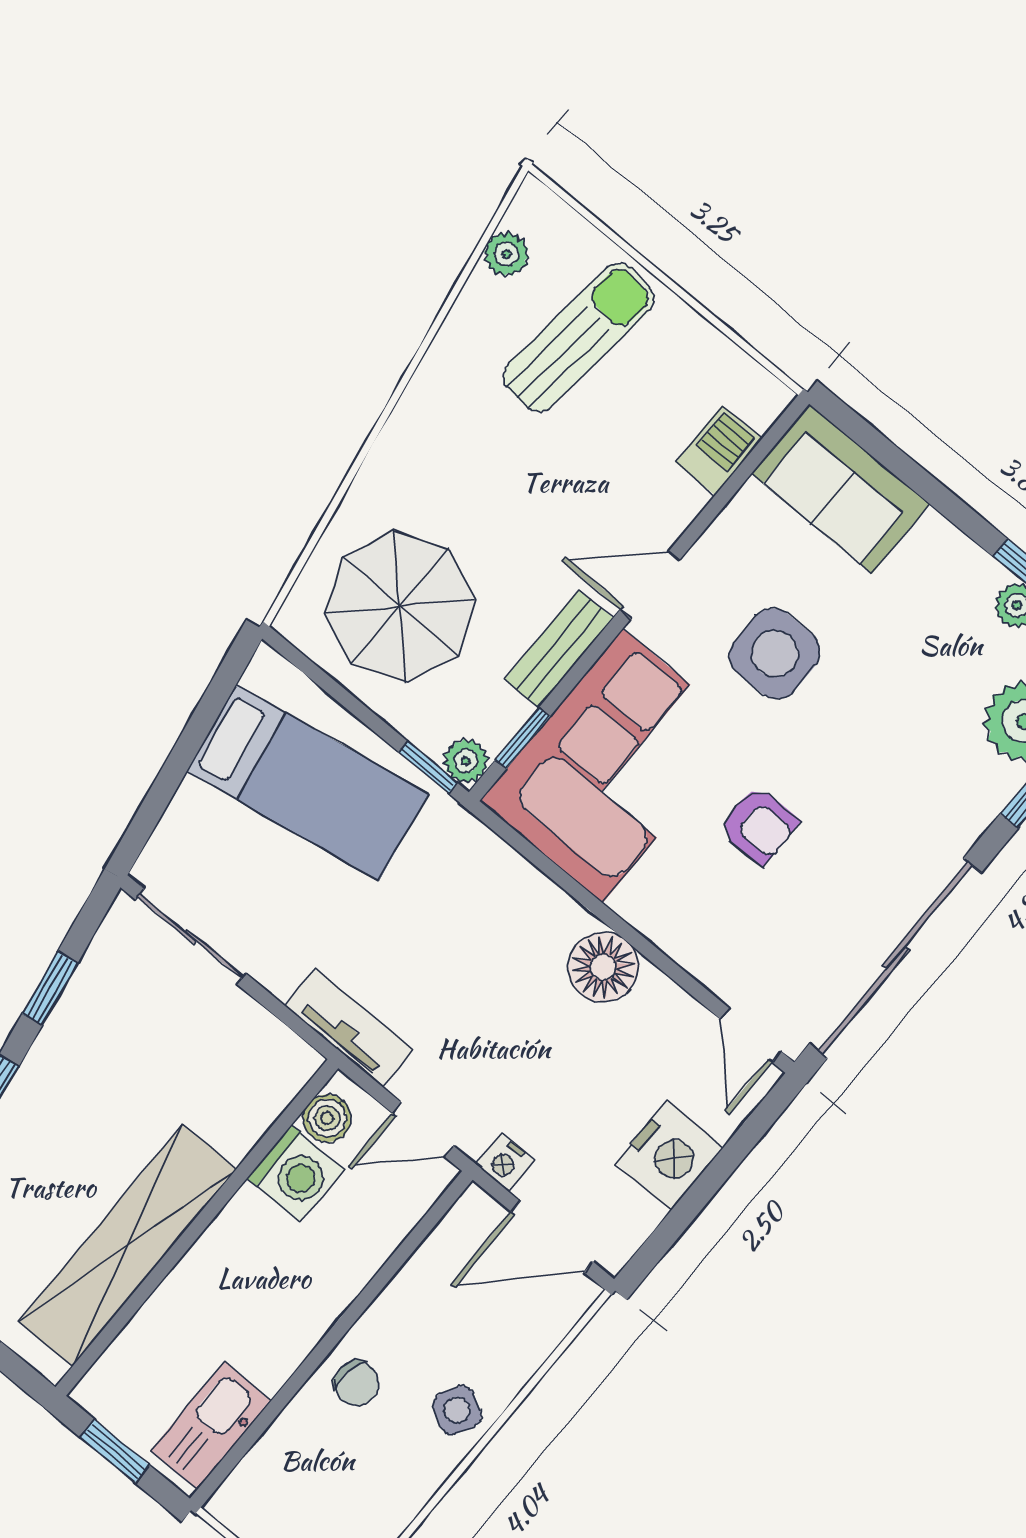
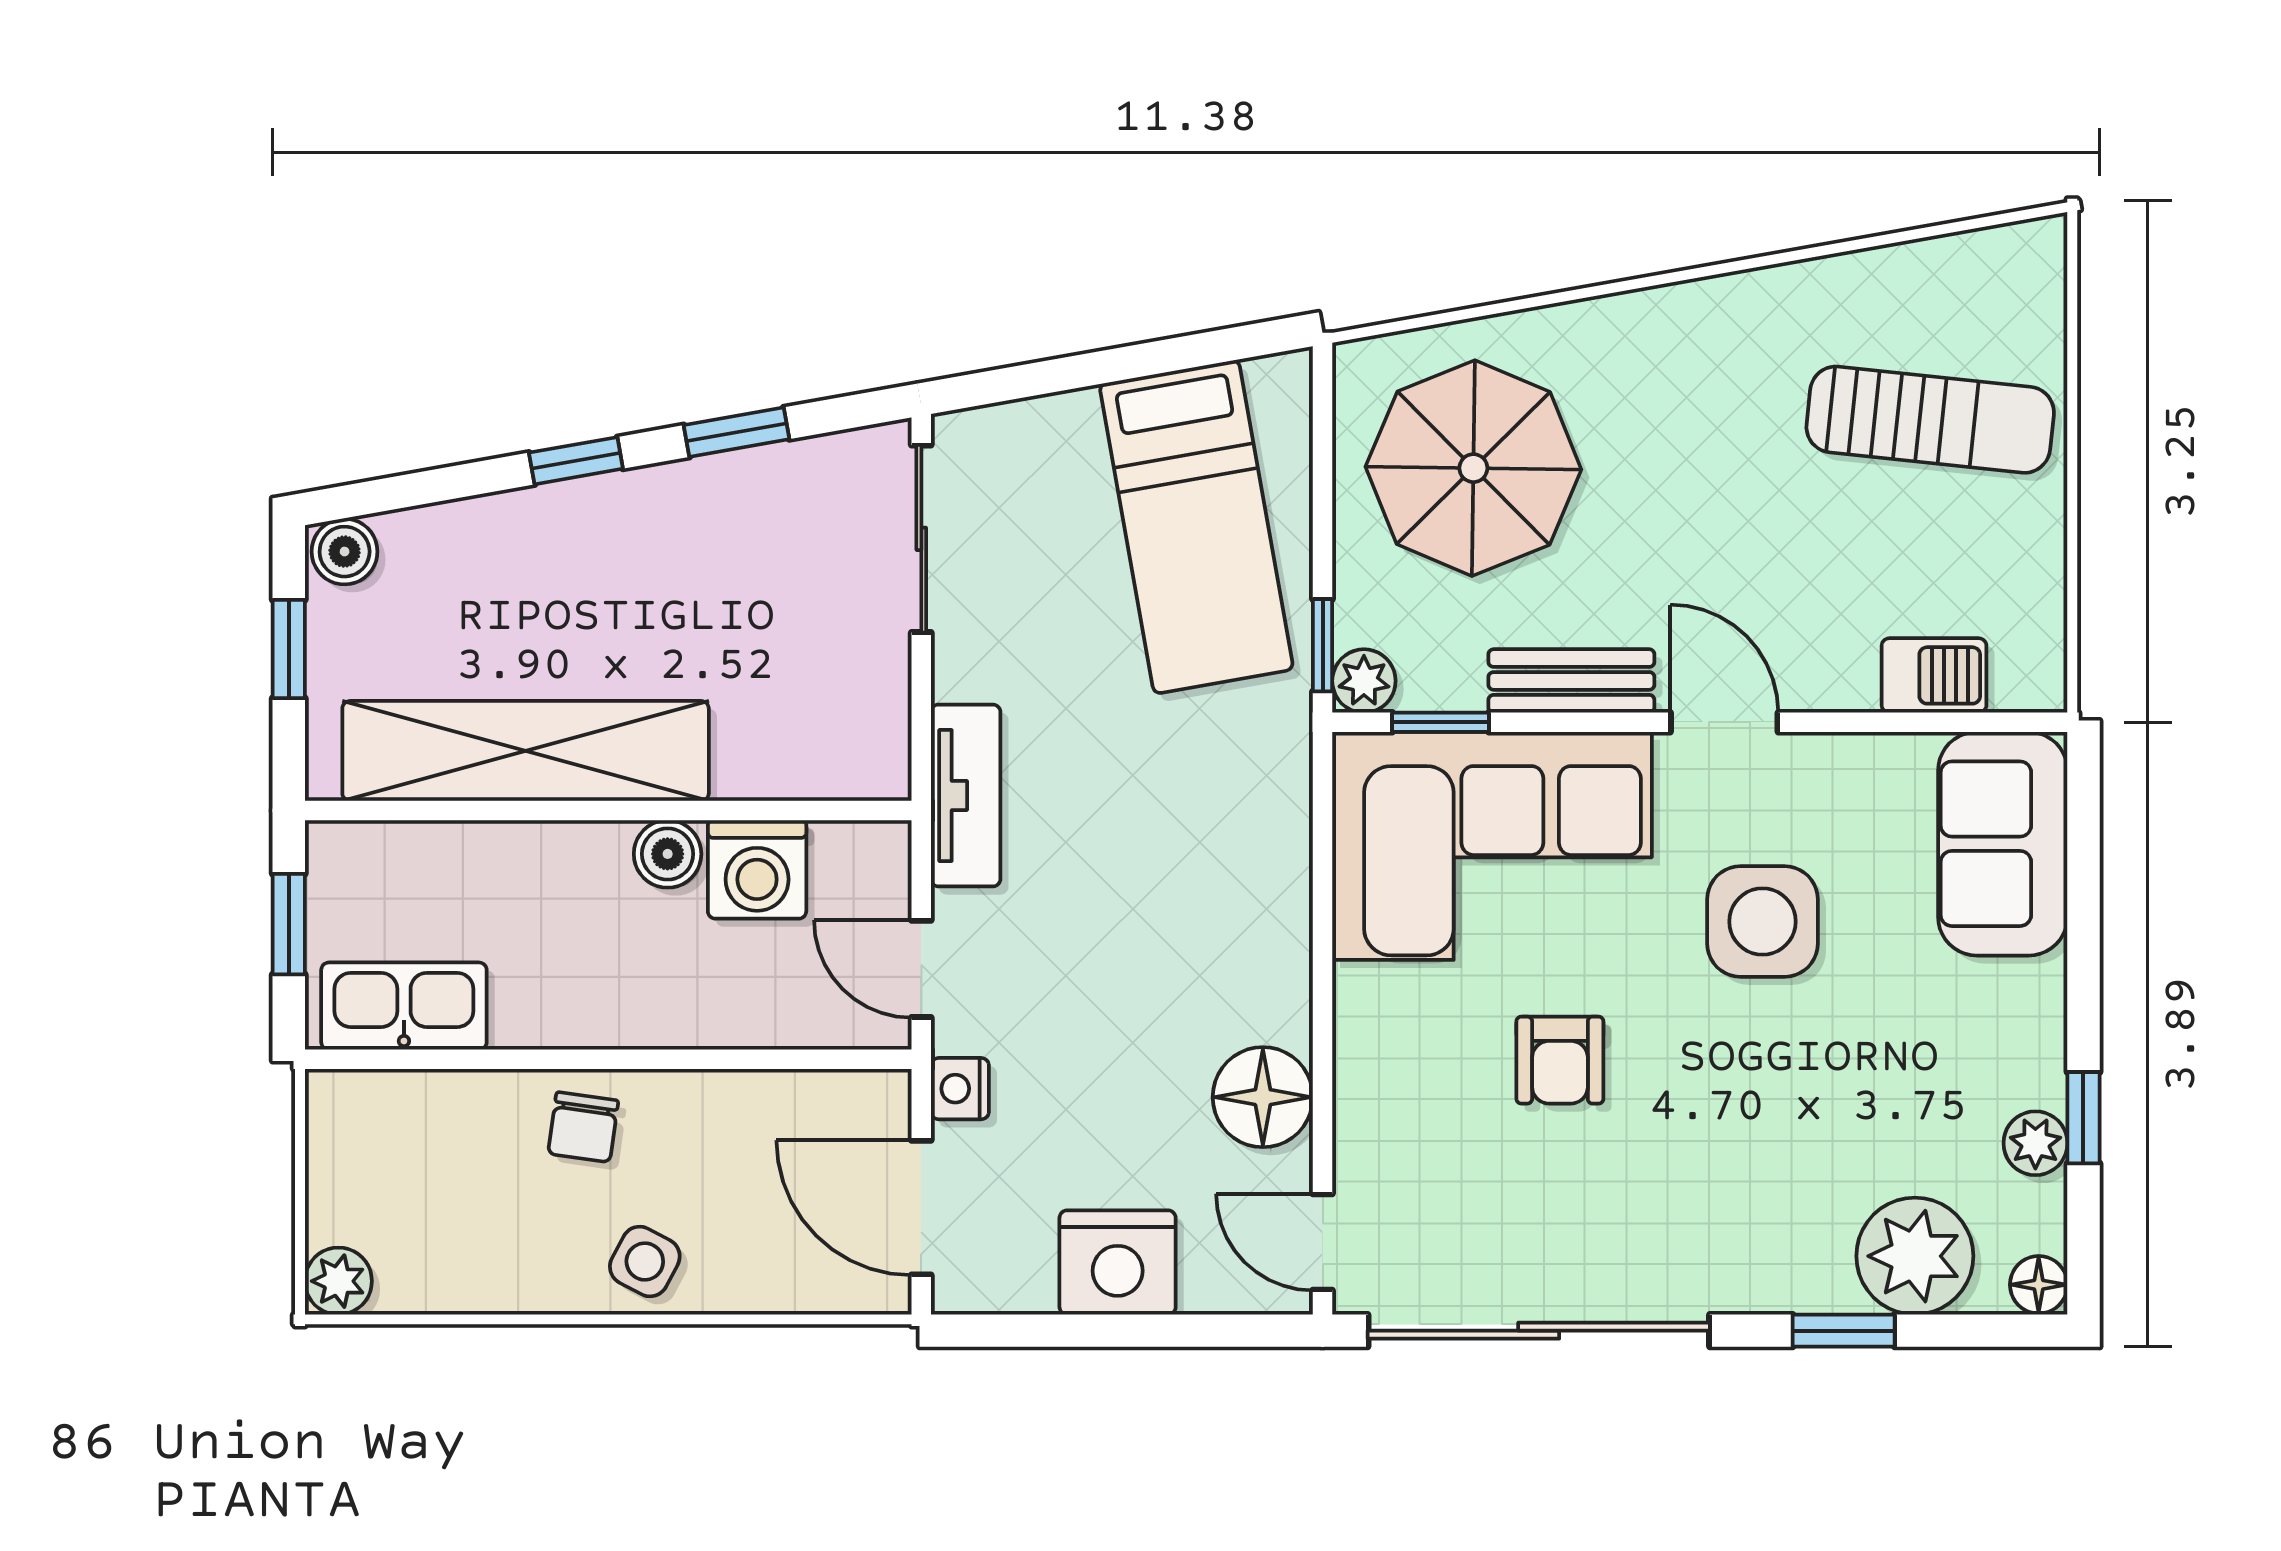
plant: (506, 254) -> (1956, 264), removed
floor lamp: (603, 967) -> (1263, 1097), moved
door: (751, 1035) -> (1323, 1242), hinge flipped
boiler: (327, 1118) -> (668, 854), moved

